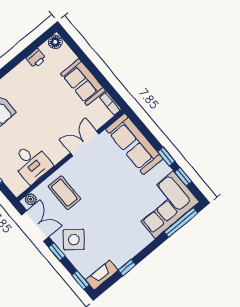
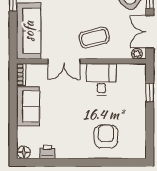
desk: (32, 163) -> (101, 79), moved
coffee table: (64, 193) -> (94, 38), moved, turned 76

